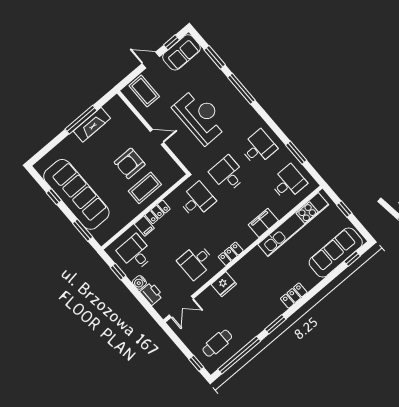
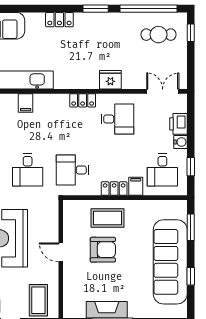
filing cabinet: (263, 223) -> (26, 103), width x0.50

